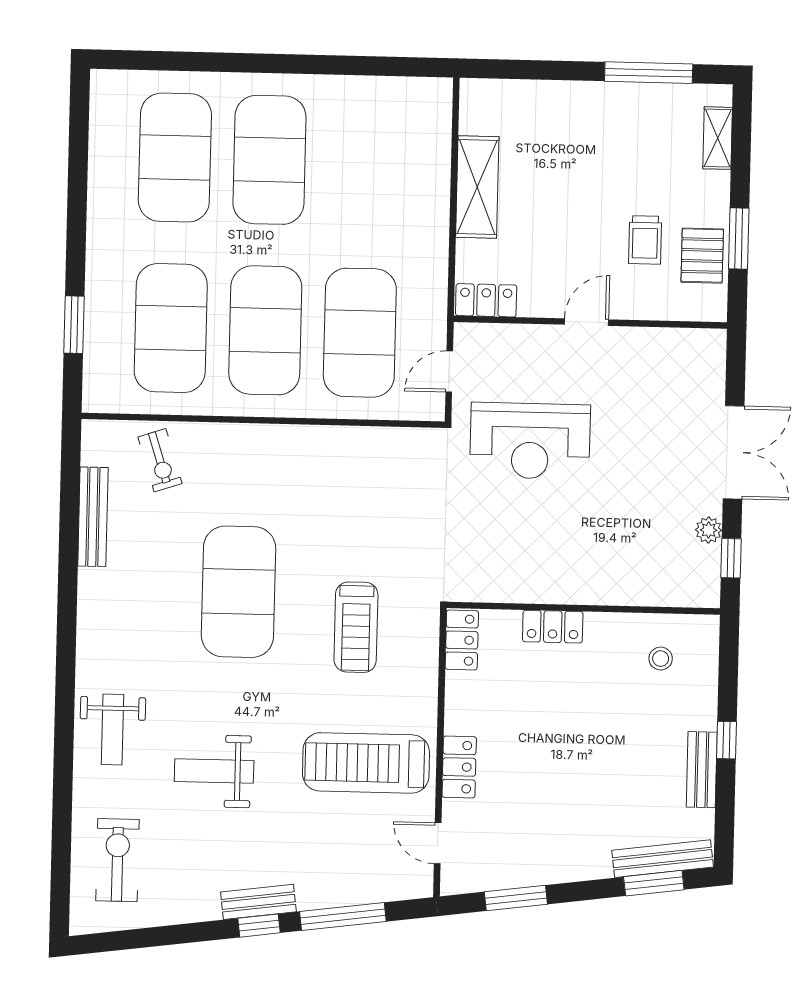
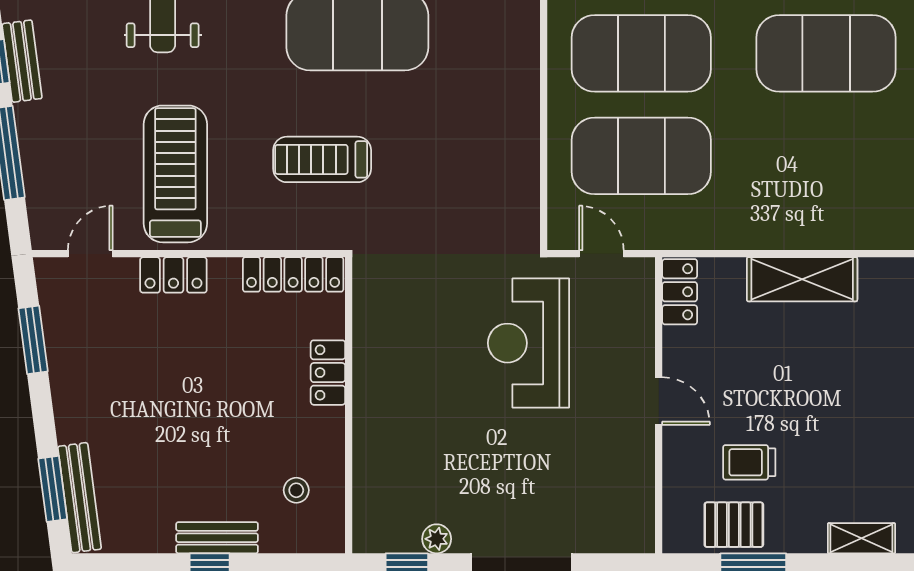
locker: (462, 640) -> (293, 274), width x1.53
bench: (702, 770) -> (217, 538), moved

